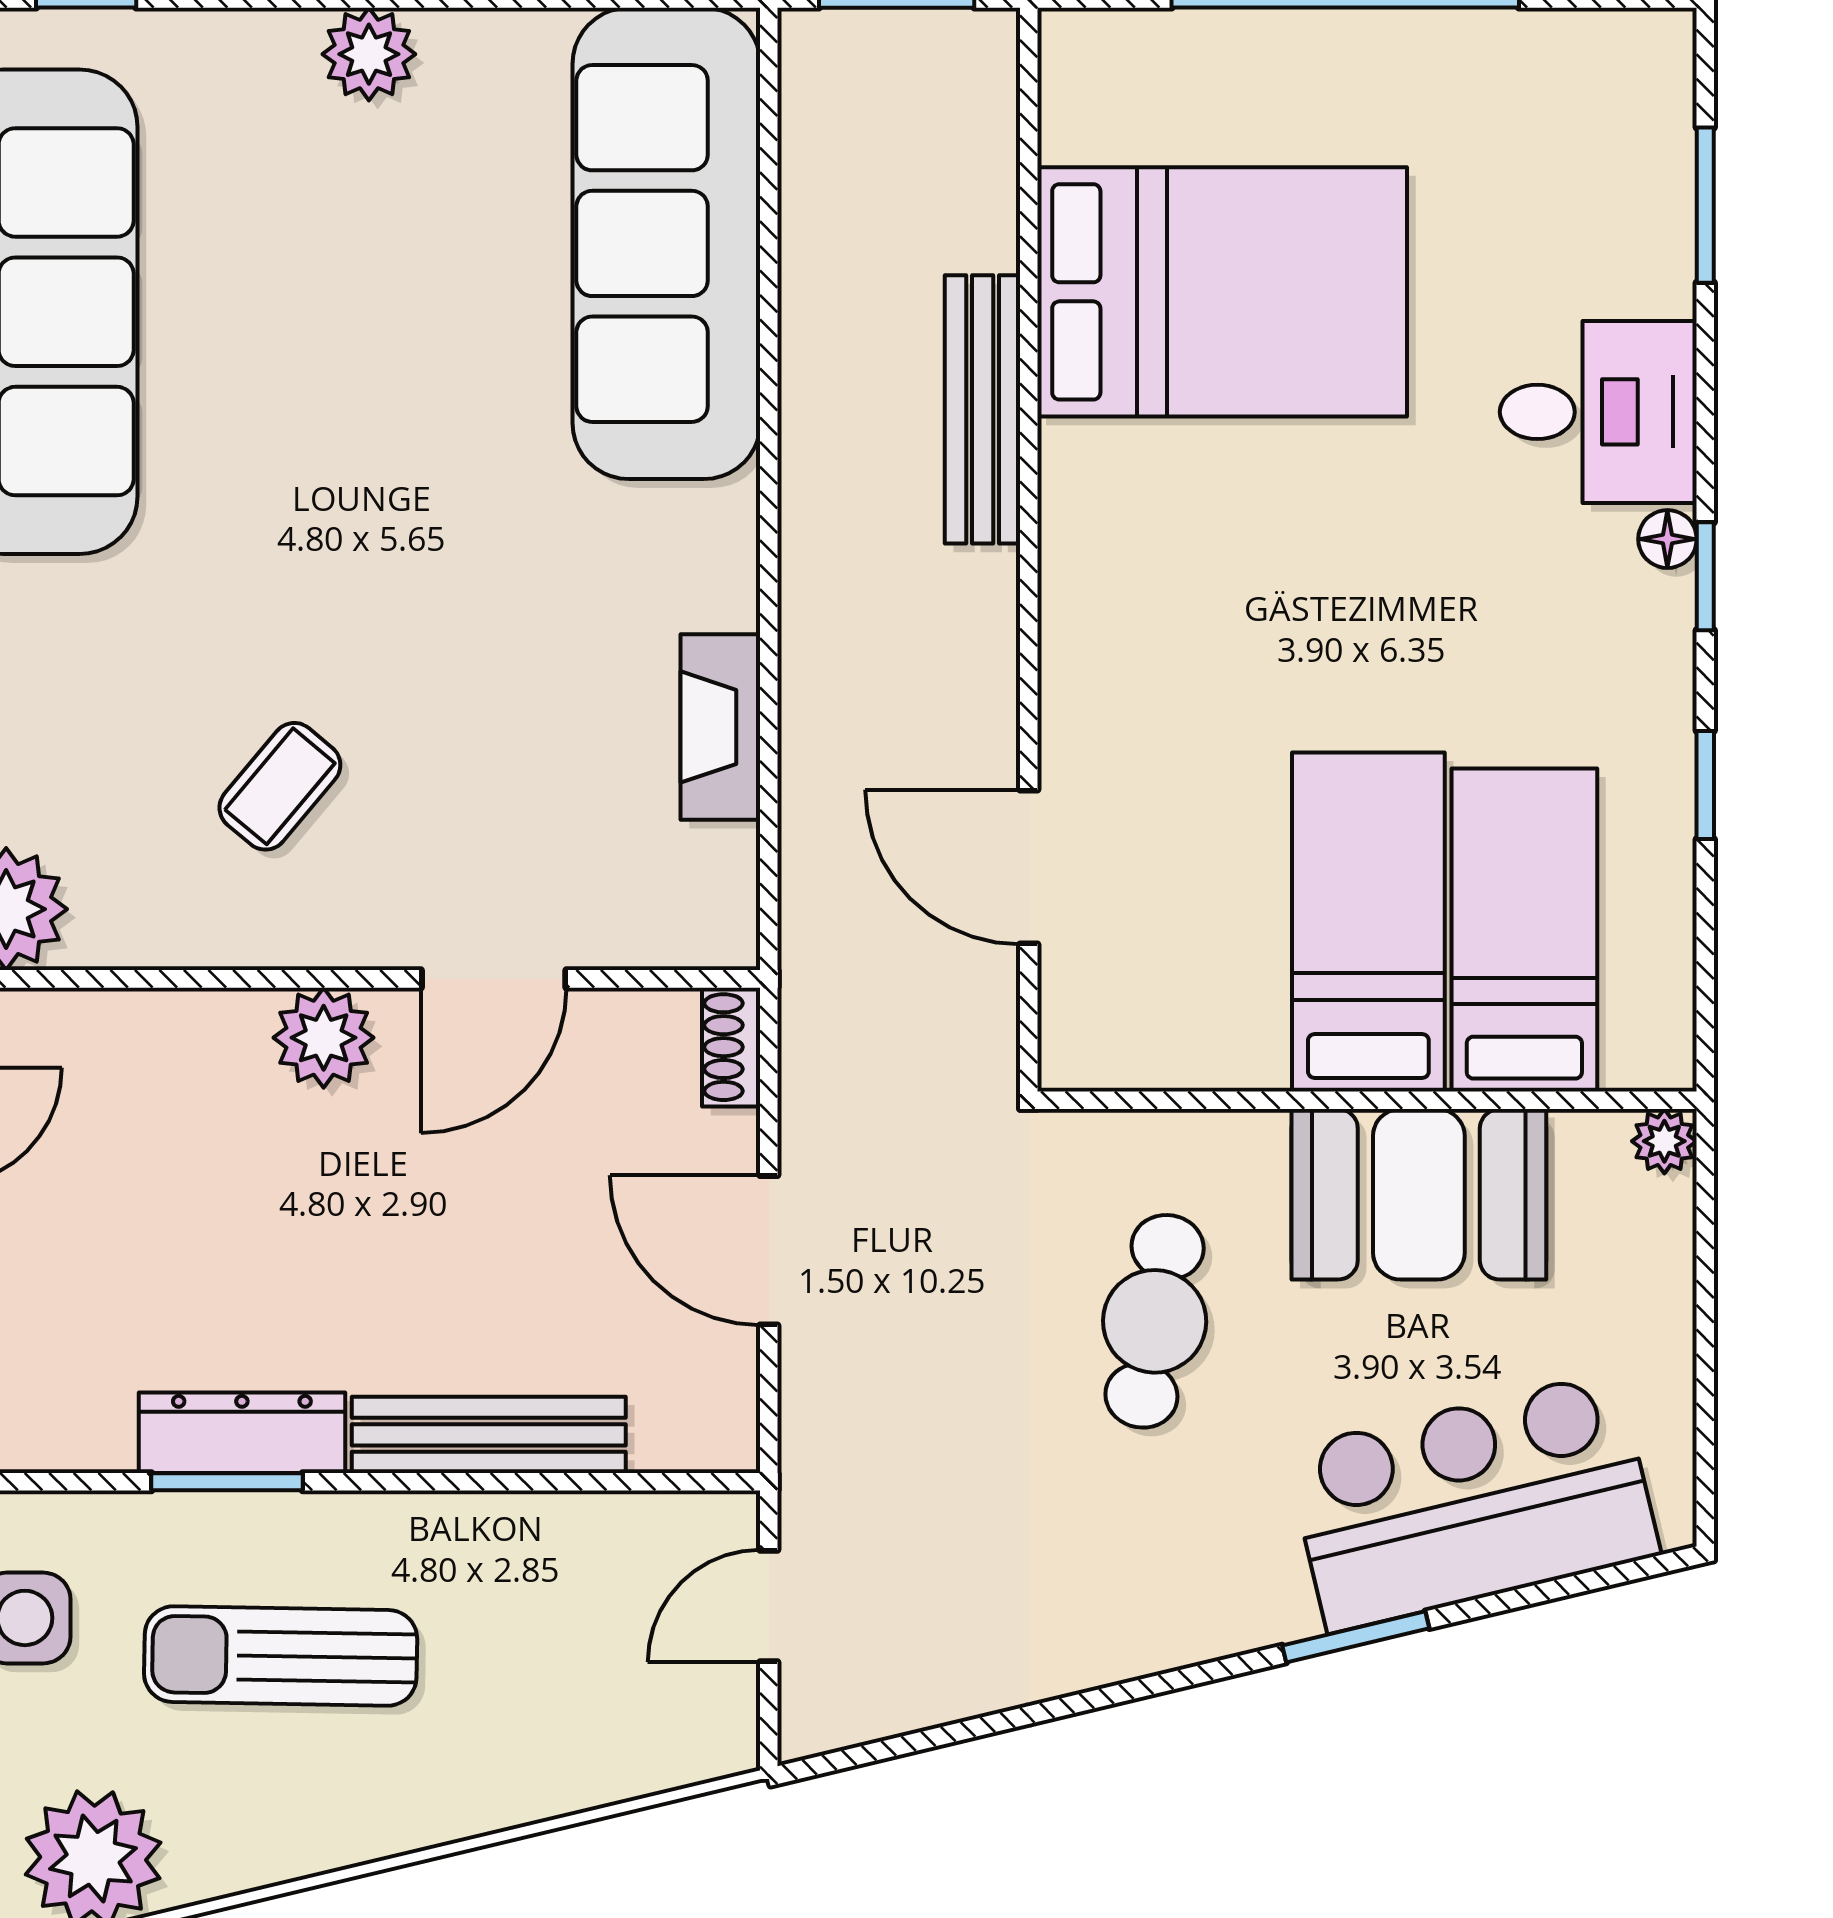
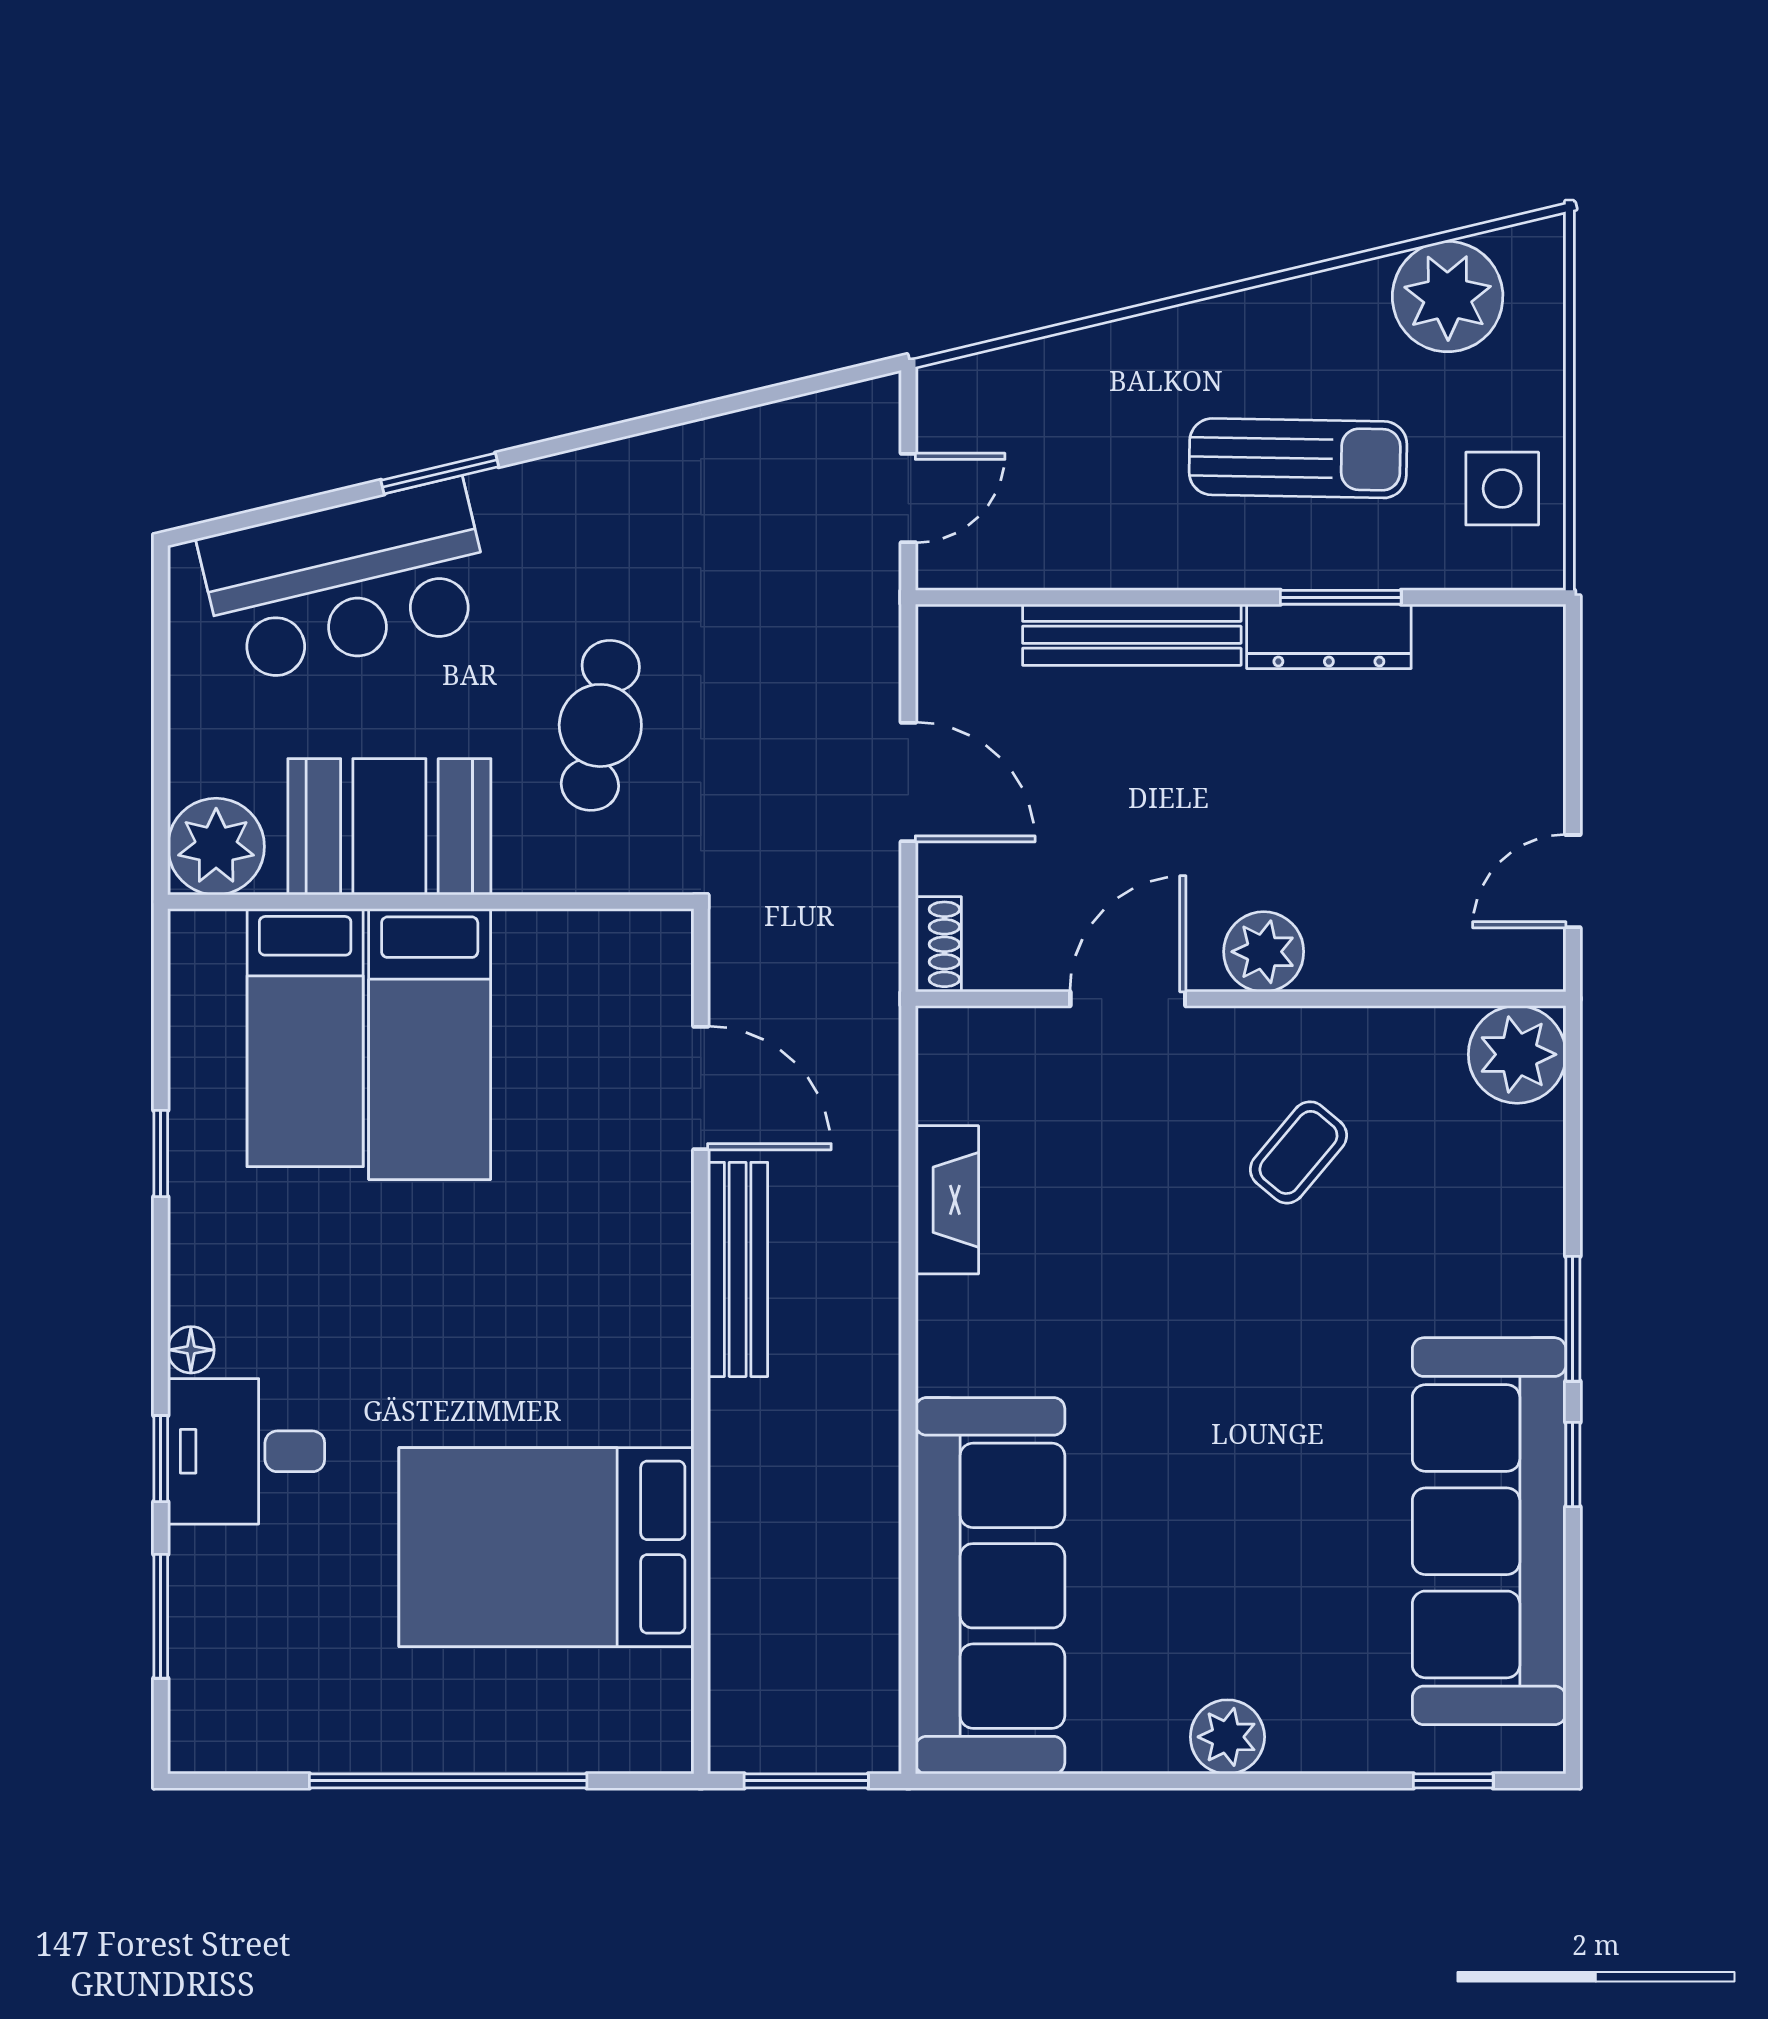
bench: (983, 409) -> (738, 1269), moved
window: (1705, 576) -> (161, 1459), moved
plant: (1664, 1141) -> (216, 847), width x1.88, depth x1.88

